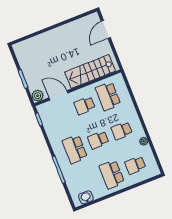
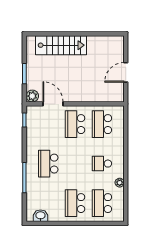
door: (106, 29) -> (126, 72), moved
stairs: (90, 72) -> (61, 45), moved, turned 180
school desk: (85, 105) -> (75, 124), width x1.85
school desk: (98, 140) -> (75, 164), removed
school desk: (135, 165) -> (102, 203), width x1.85

